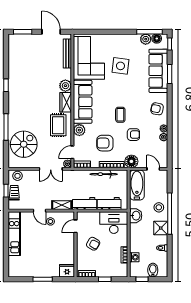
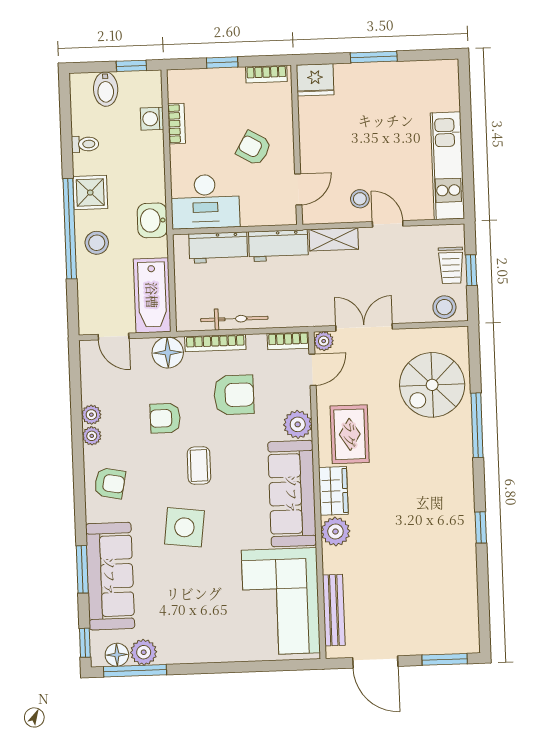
side table: (120, 66) -> (184, 527), moved

